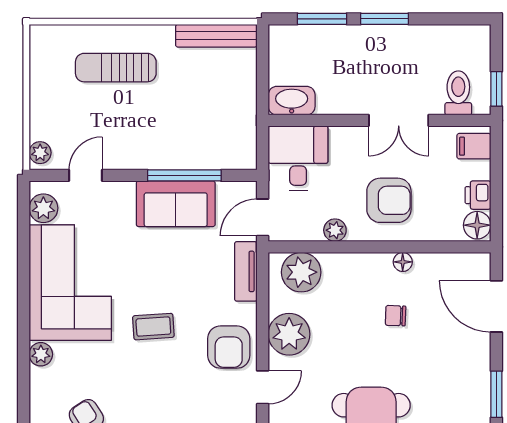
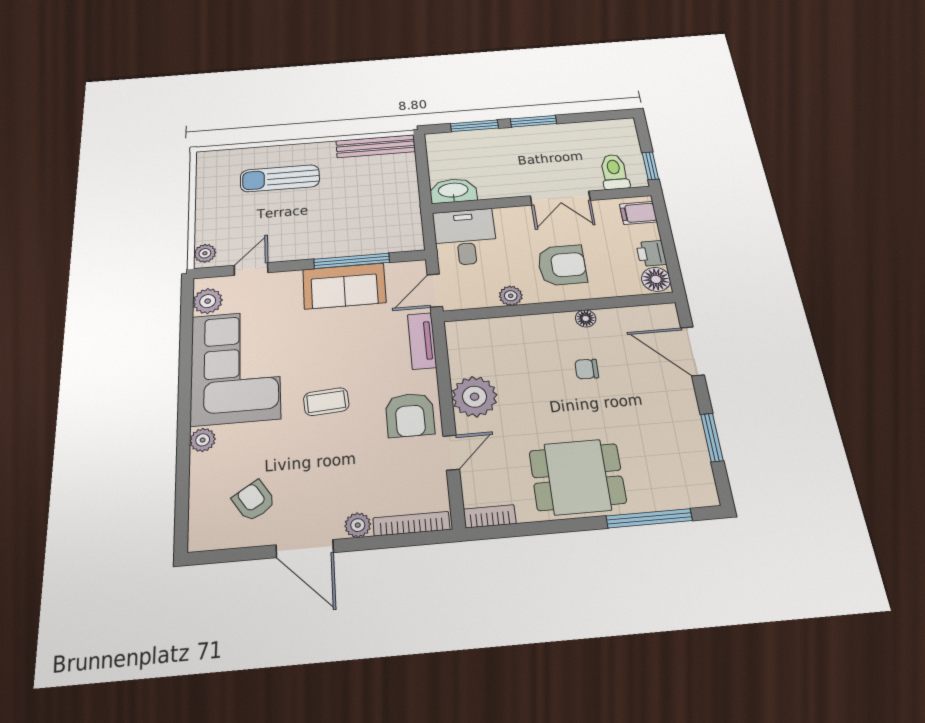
plant: (301, 272) -> (480, 337), removed

